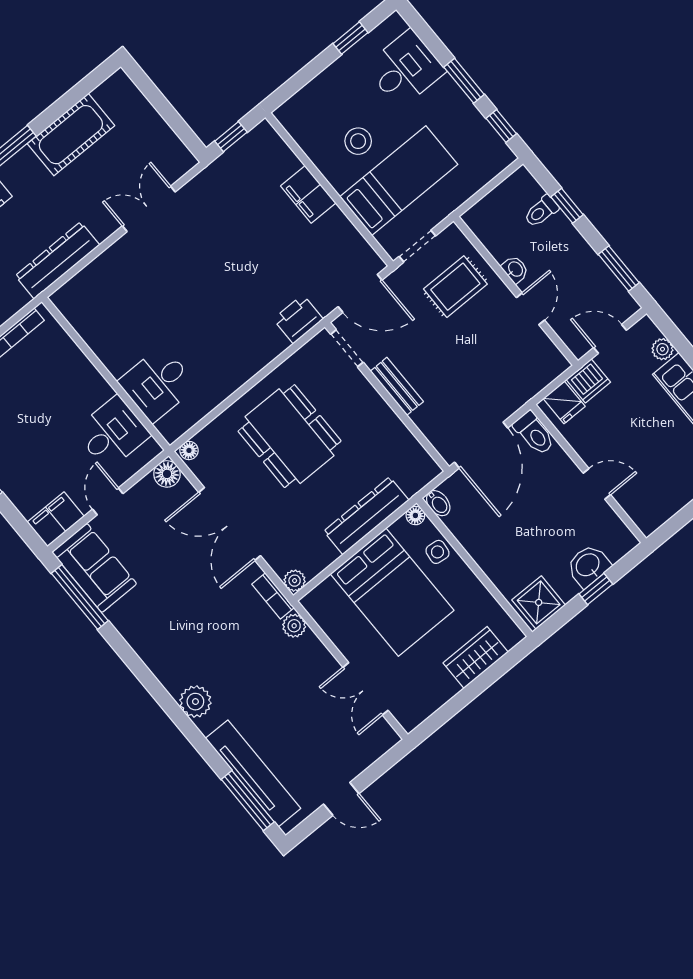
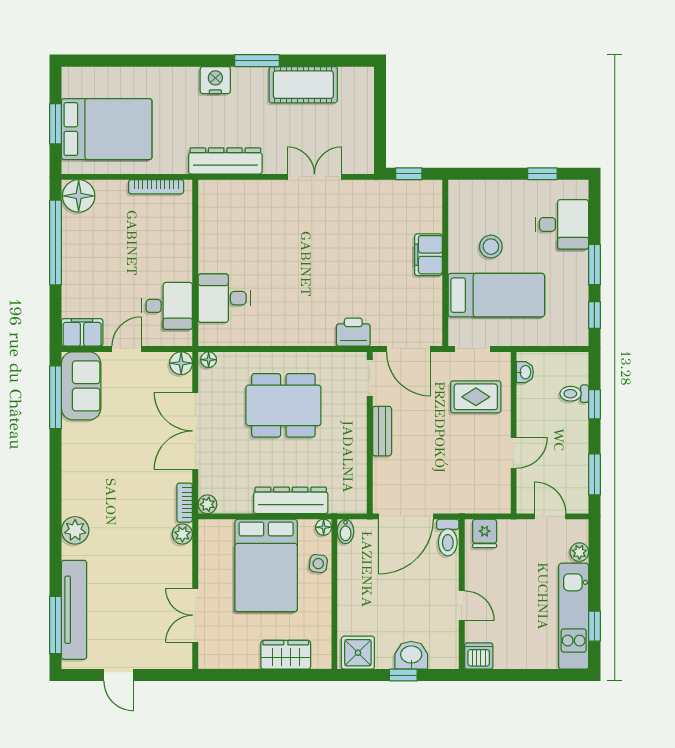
washbasin: (515, 269) -> (525, 372), moved
dishwasher: (588, 381) -> (479, 656), moved, turned 180
dining table: (290, 436) -> (283, 405), turned 90

